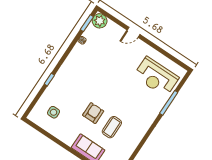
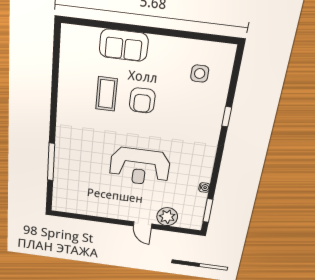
plant: (100, 21) -> (167, 217), moved
door: (134, 32) -> (143, 225), swing flipped
reception desk: (156, 77) -> (140, 167), moved, turned 180

